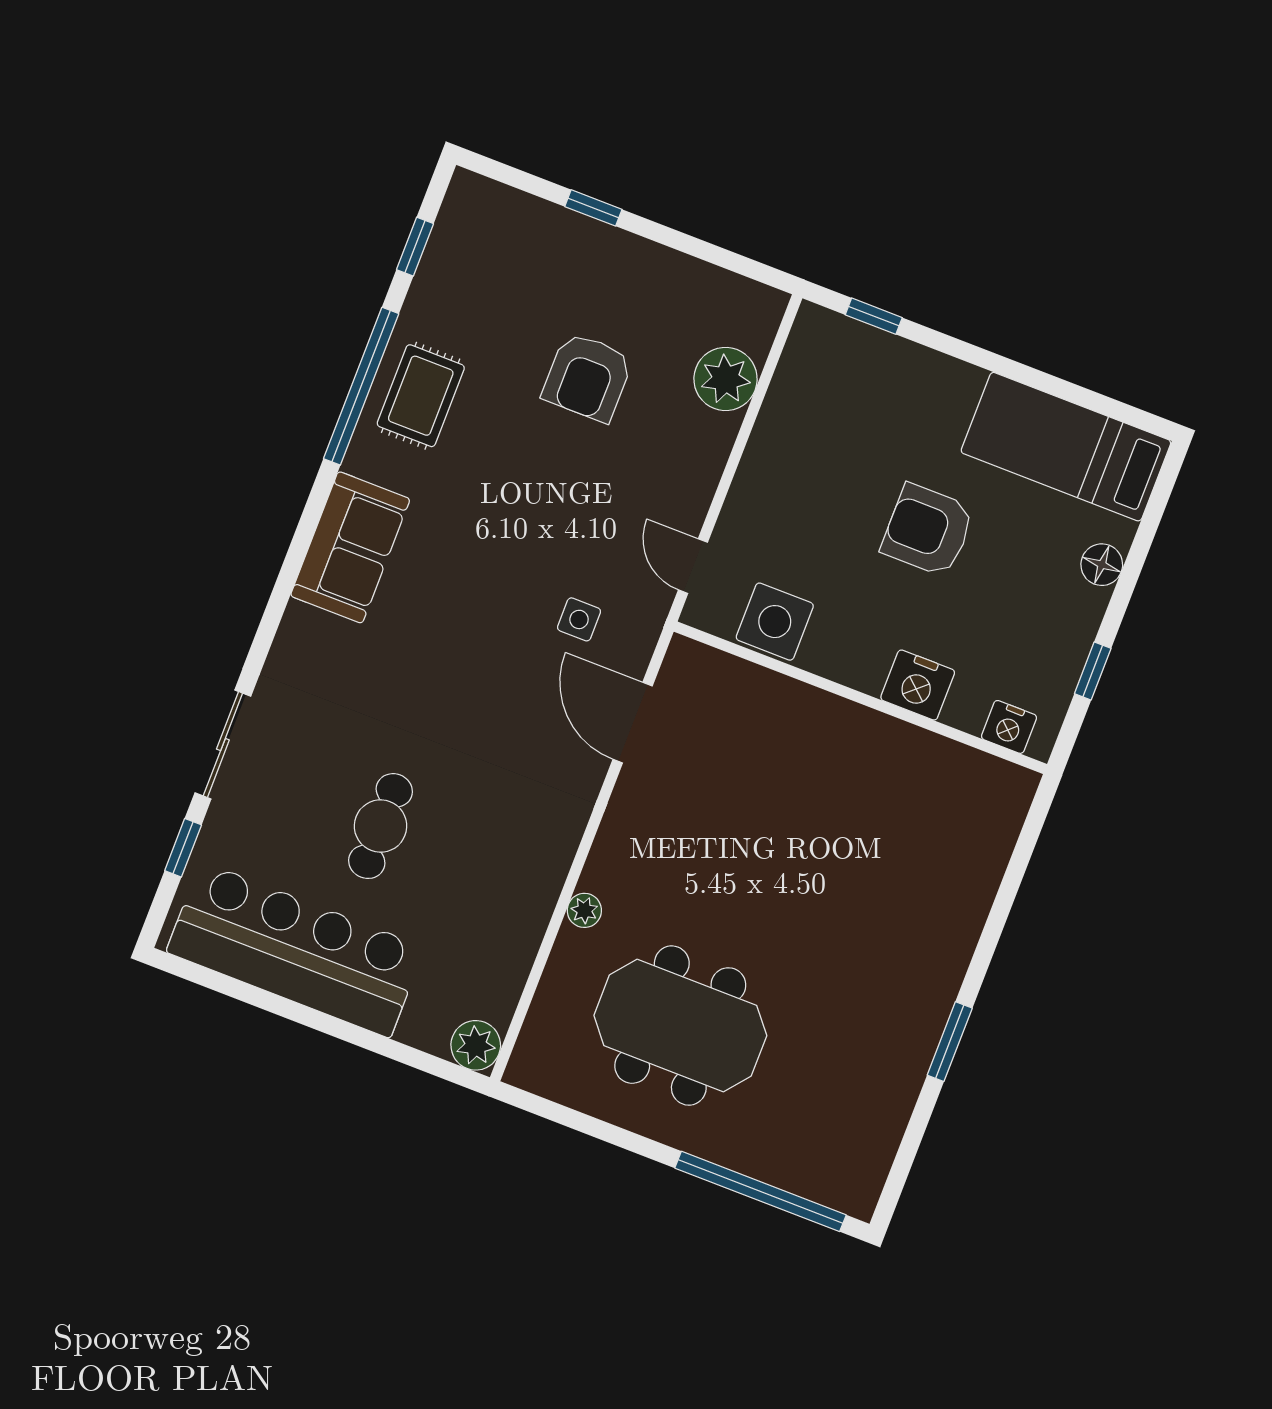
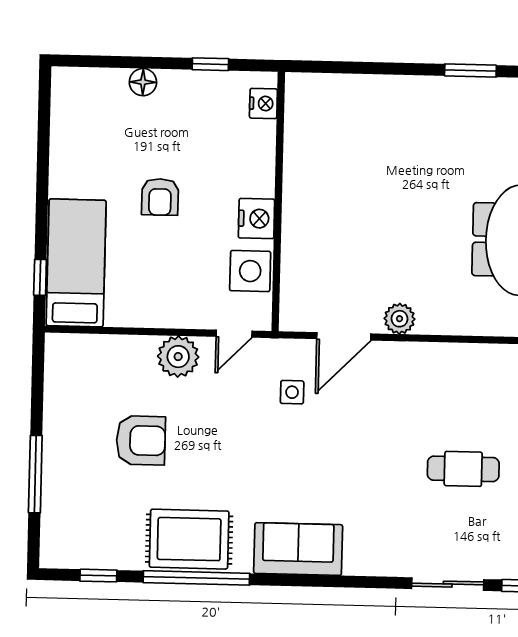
window: (593, 208) -> (35, 474), width x2.17
plant: (726, 379) -> (178, 357), moved
rug: (421, 396) -> (189, 539), width x1.36, depth x1.43
bed: (1066, 447) -> (76, 263), moved, turned 180
armchair: (928, 530) -> (160, 197), width x0.72, depth x0.72
nightstand: (918, 685) -> (257, 219), moved
plant: (584, 910) -> (400, 319), moved, width x1.38, depth x1.38

